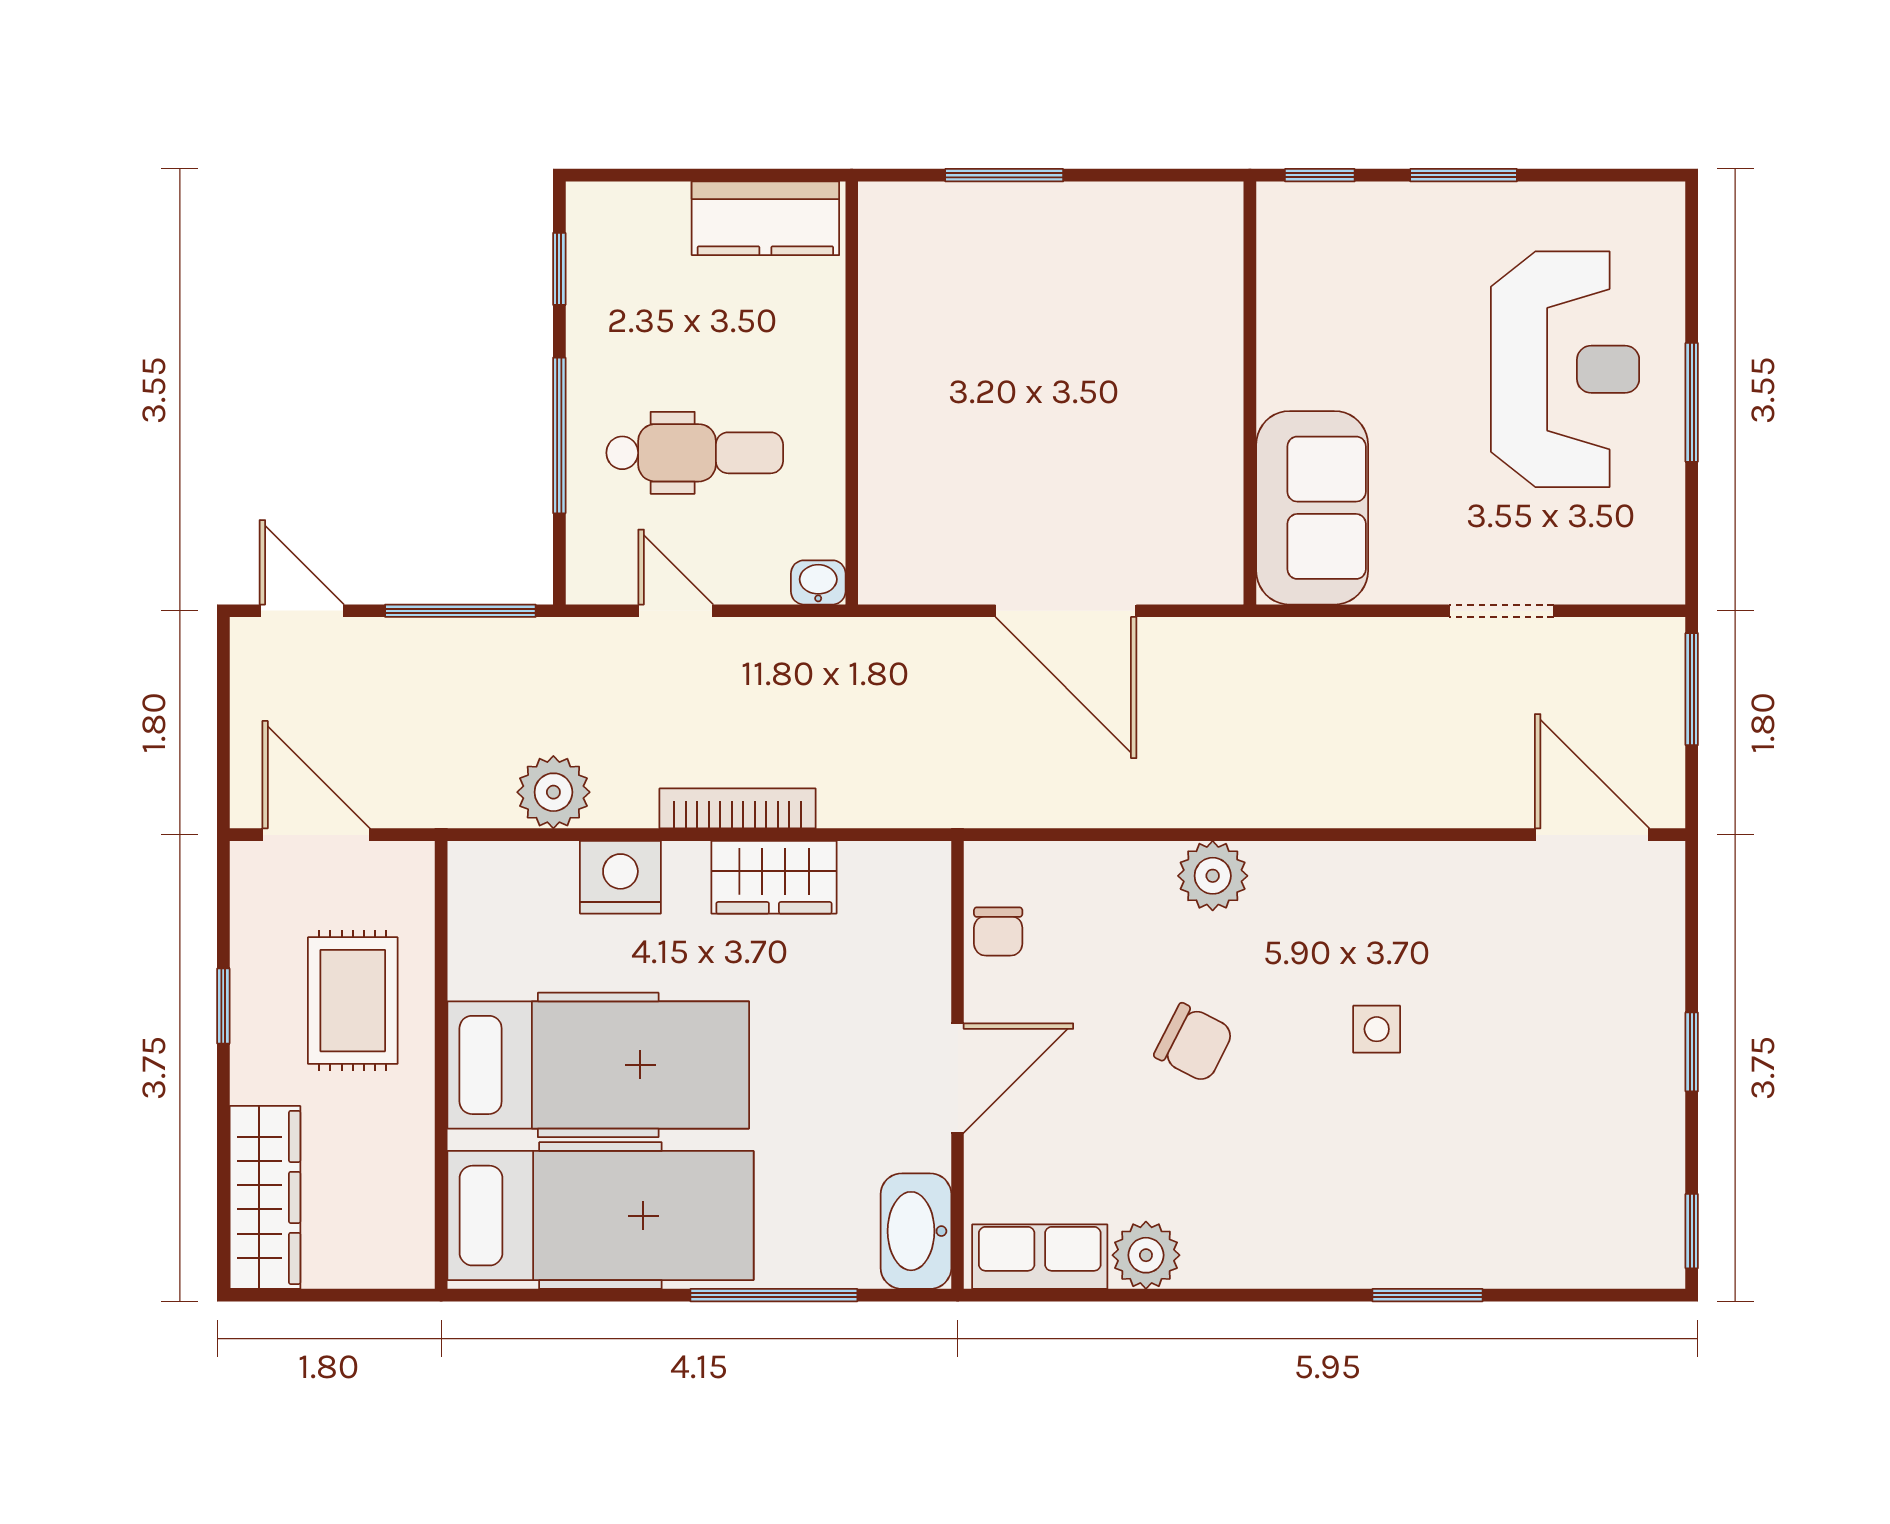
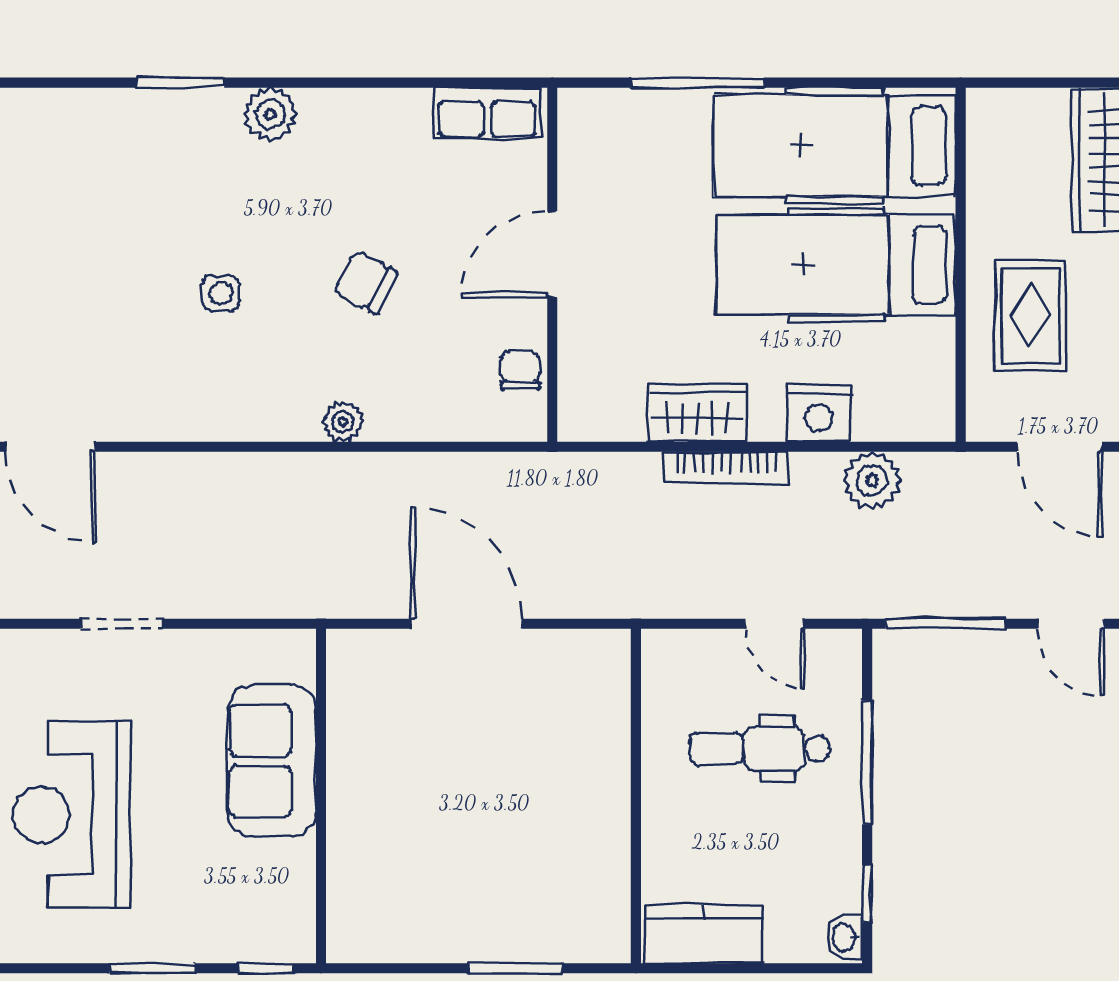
sofa: (1312, 508) -> (272, 761), moved
washbasin: (818, 582) -> (845, 937), moved, turned 90
plant: (1213, 876) -> (343, 422), width x0.73, depth x0.73
washbasin: (916, 1231) -> (585, 133), removed
plant: (1146, 1255) -> (270, 114), moved

